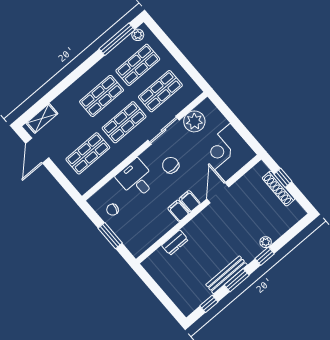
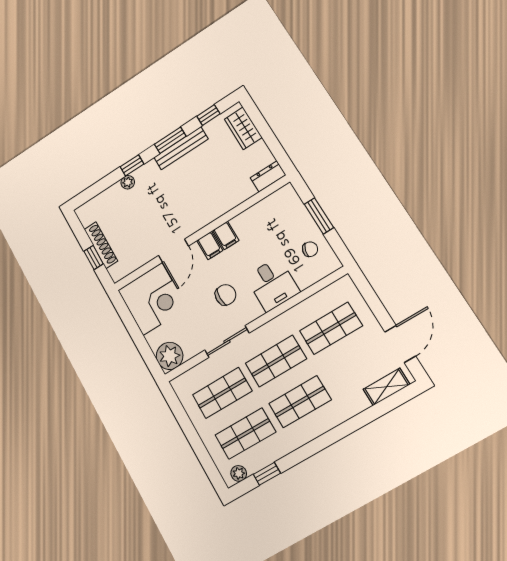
window: (117, 39) -> (267, 474), width x0.46
plant: (194, 121) -> (170, 356), moved
chair: (171, 165) -> (226, 295), turned -90
dresser: (175, 243) -> (268, 176), moved
wardrobe: (179, 296) -> (243, 128), added

